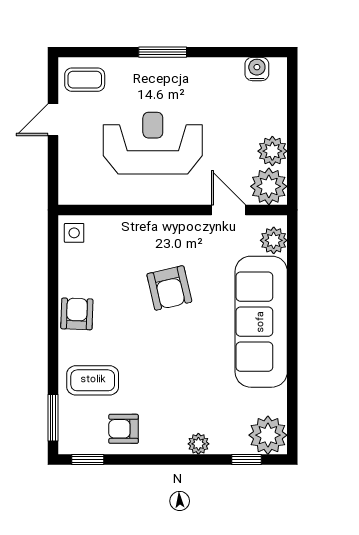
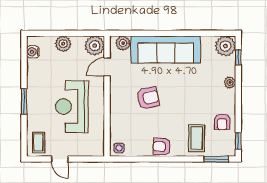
plant: (272, 151) -> (63, 44), moved

